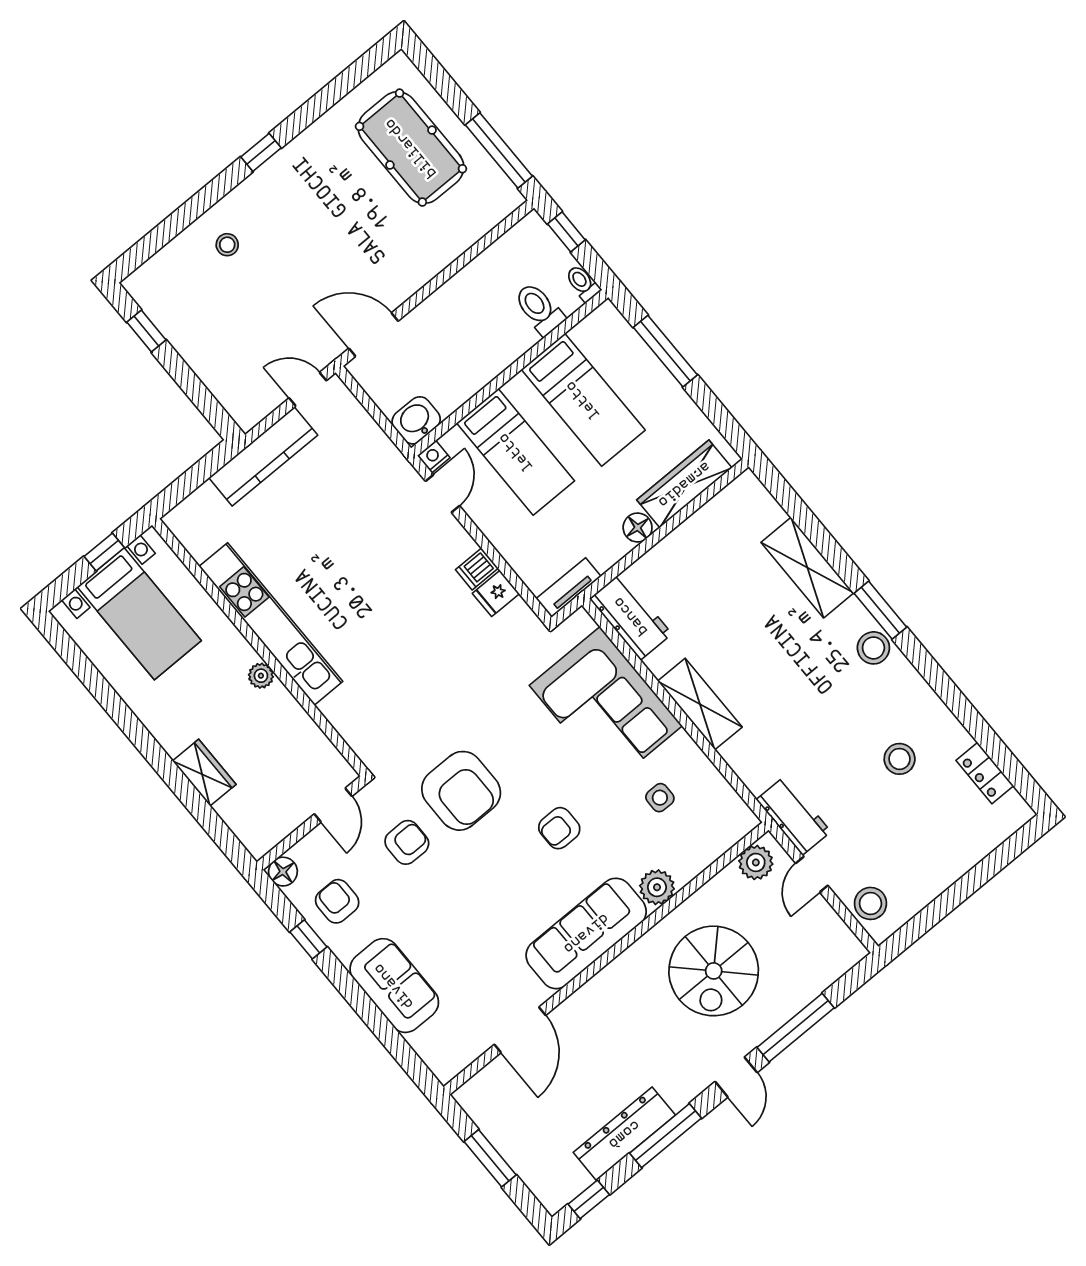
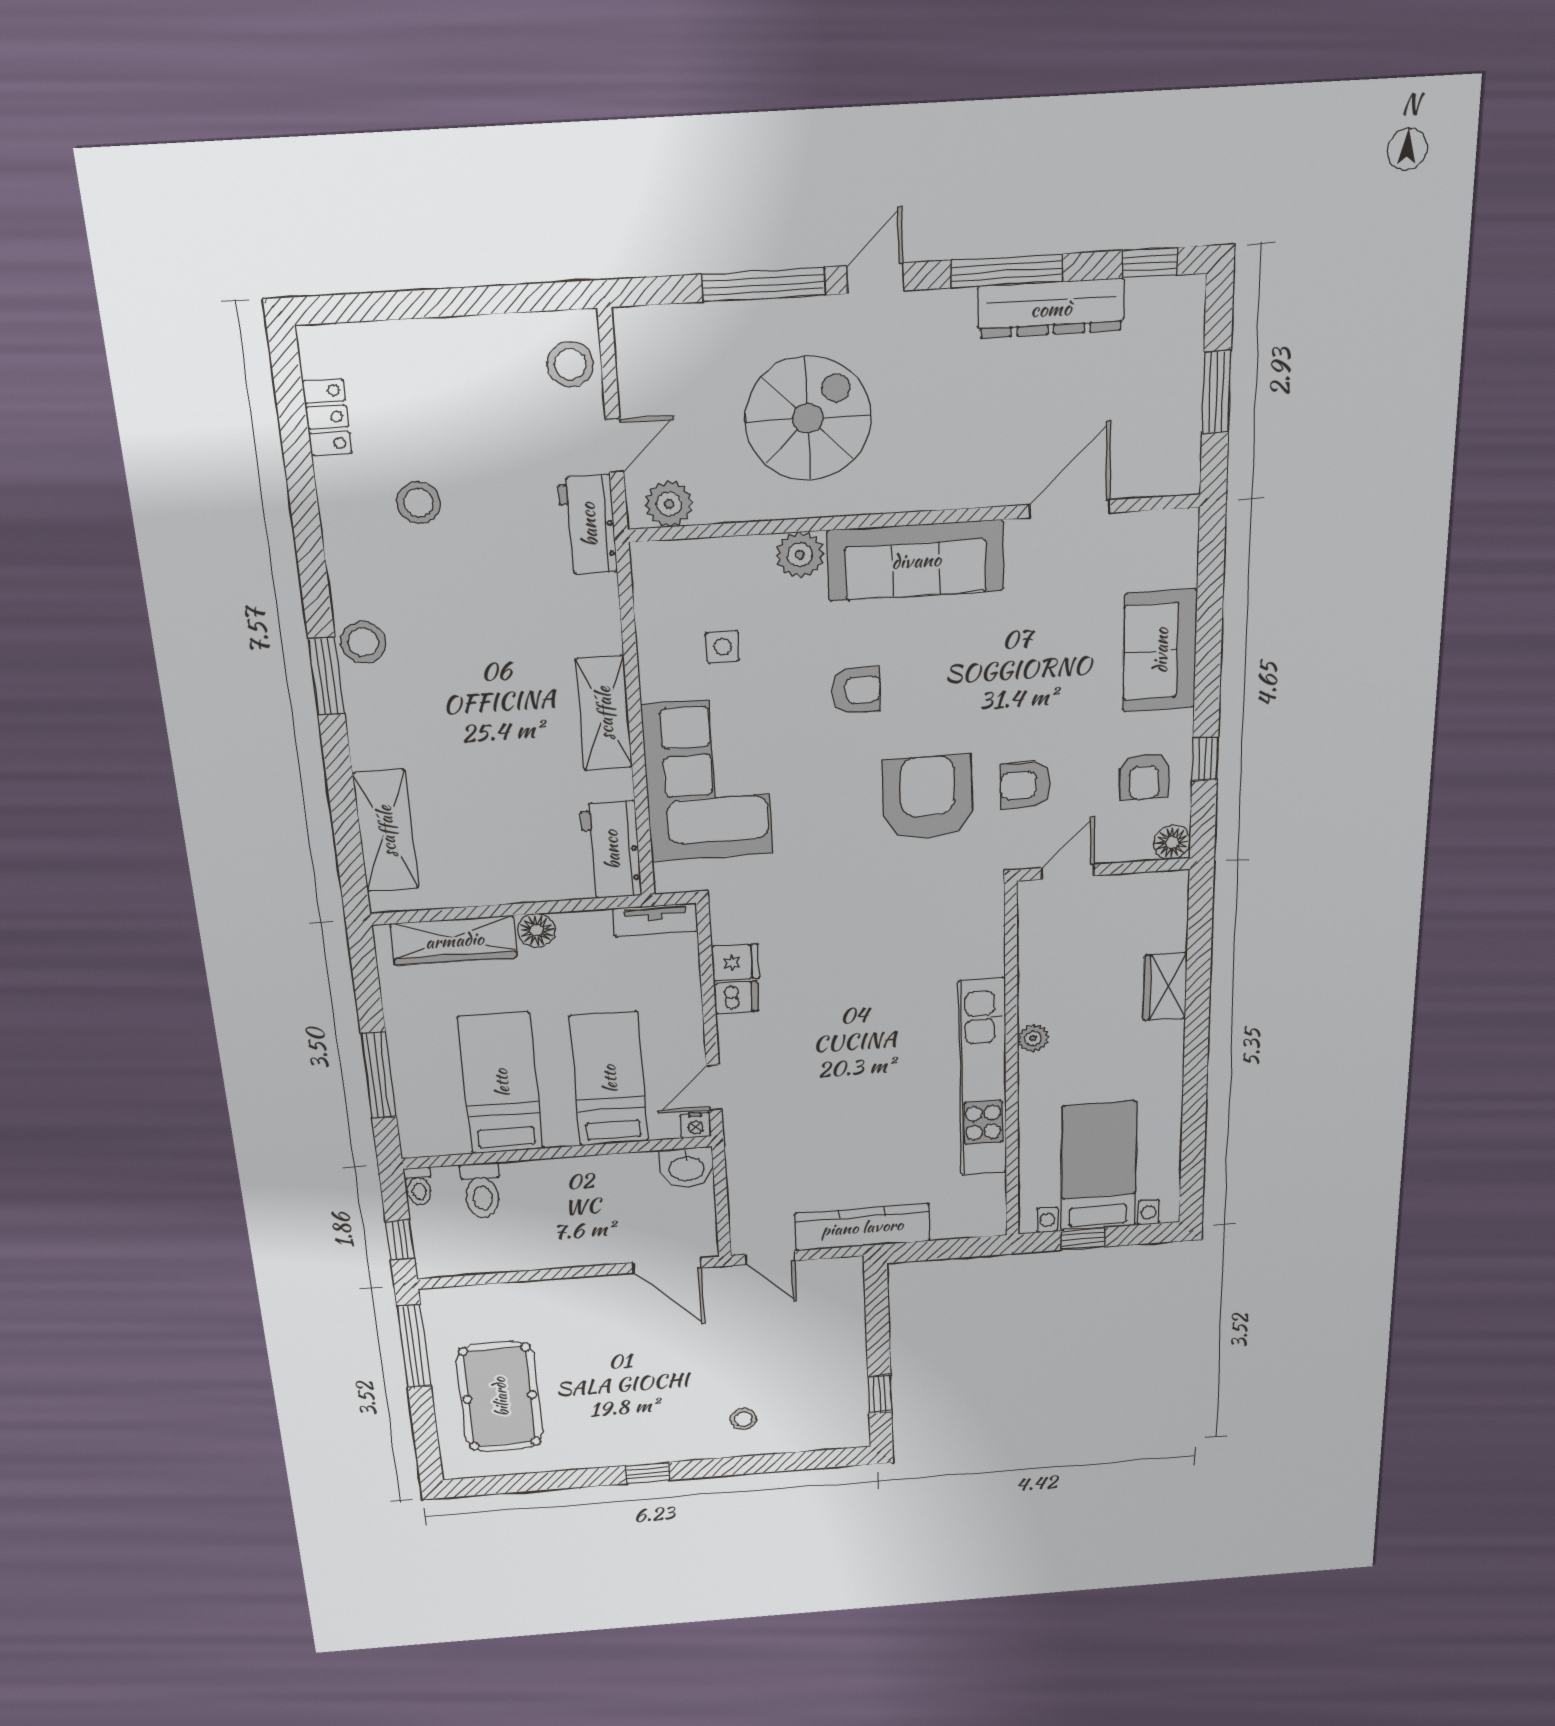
shelving: (807, 568) -> (386, 831), moved

